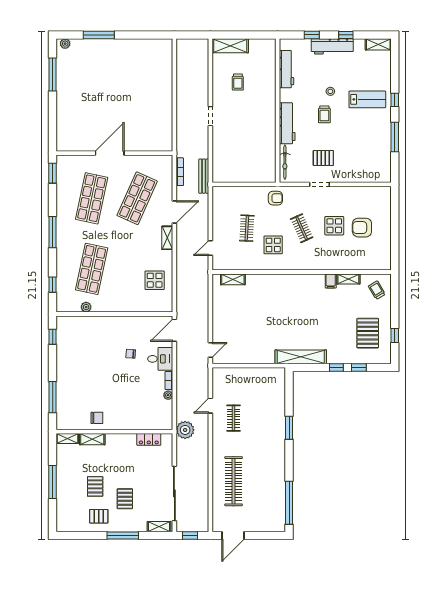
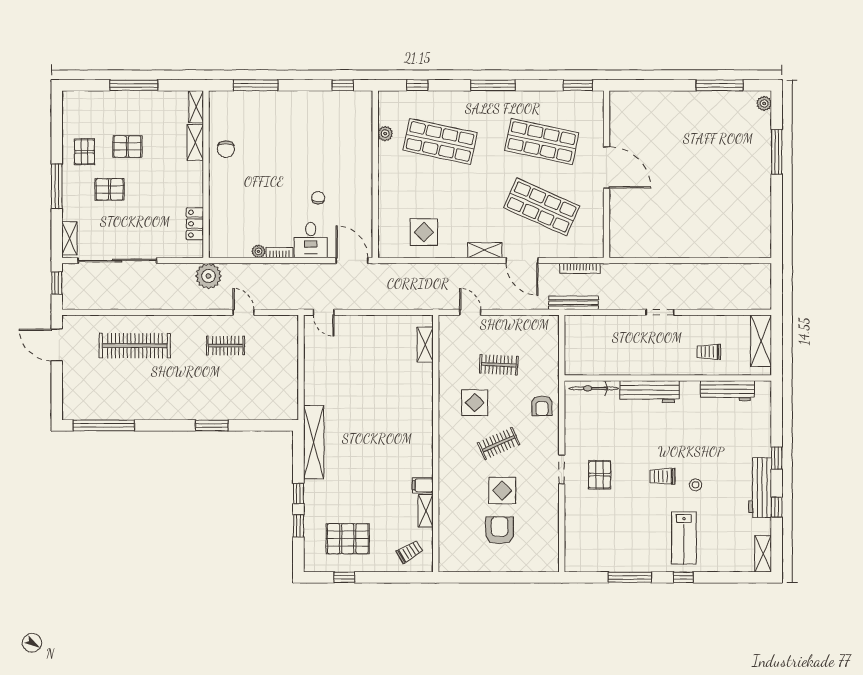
workbench: (286, 69) -> (727, 391), moved
wall: (278, 111) -> (668, 378), moved
workbench: (287, 123) -> (649, 392), moved
bicycle: (285, 162) -> (594, 388), moved

